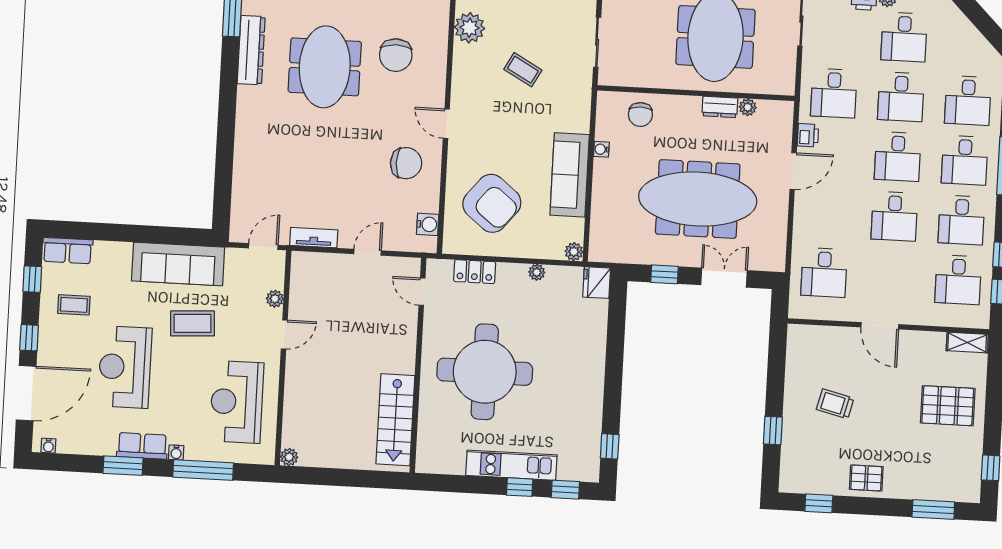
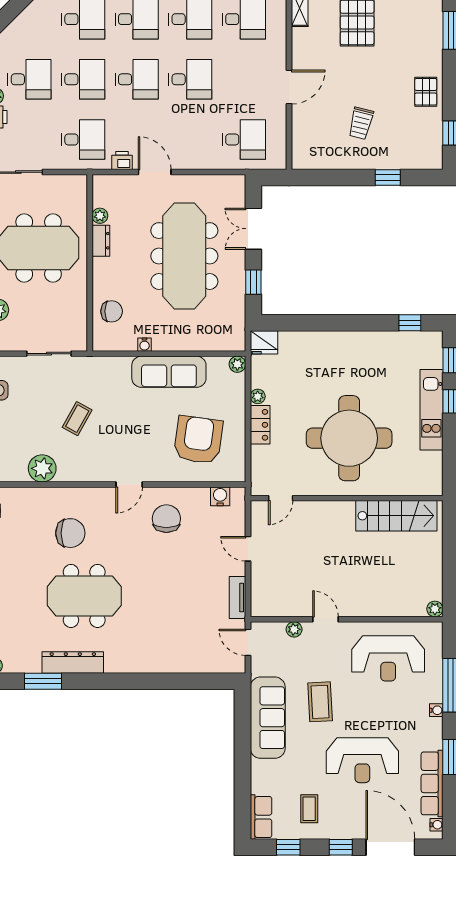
armchair: (492, 203) -> (198, 440), turned -31
locker: (475, 272) -> (260, 425), moved
row of seats: (142, 446) -> (432, 783), moved, width x1.48

